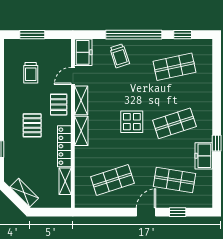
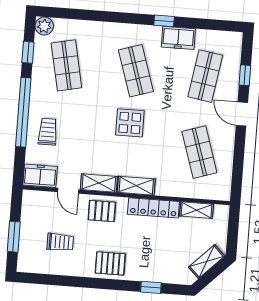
plant: (205, 46) -> (44, 26), added
trolley: (120, 56) -> (48, 132), turned -72
pallet: (32, 125) -> (110, 263), moved

